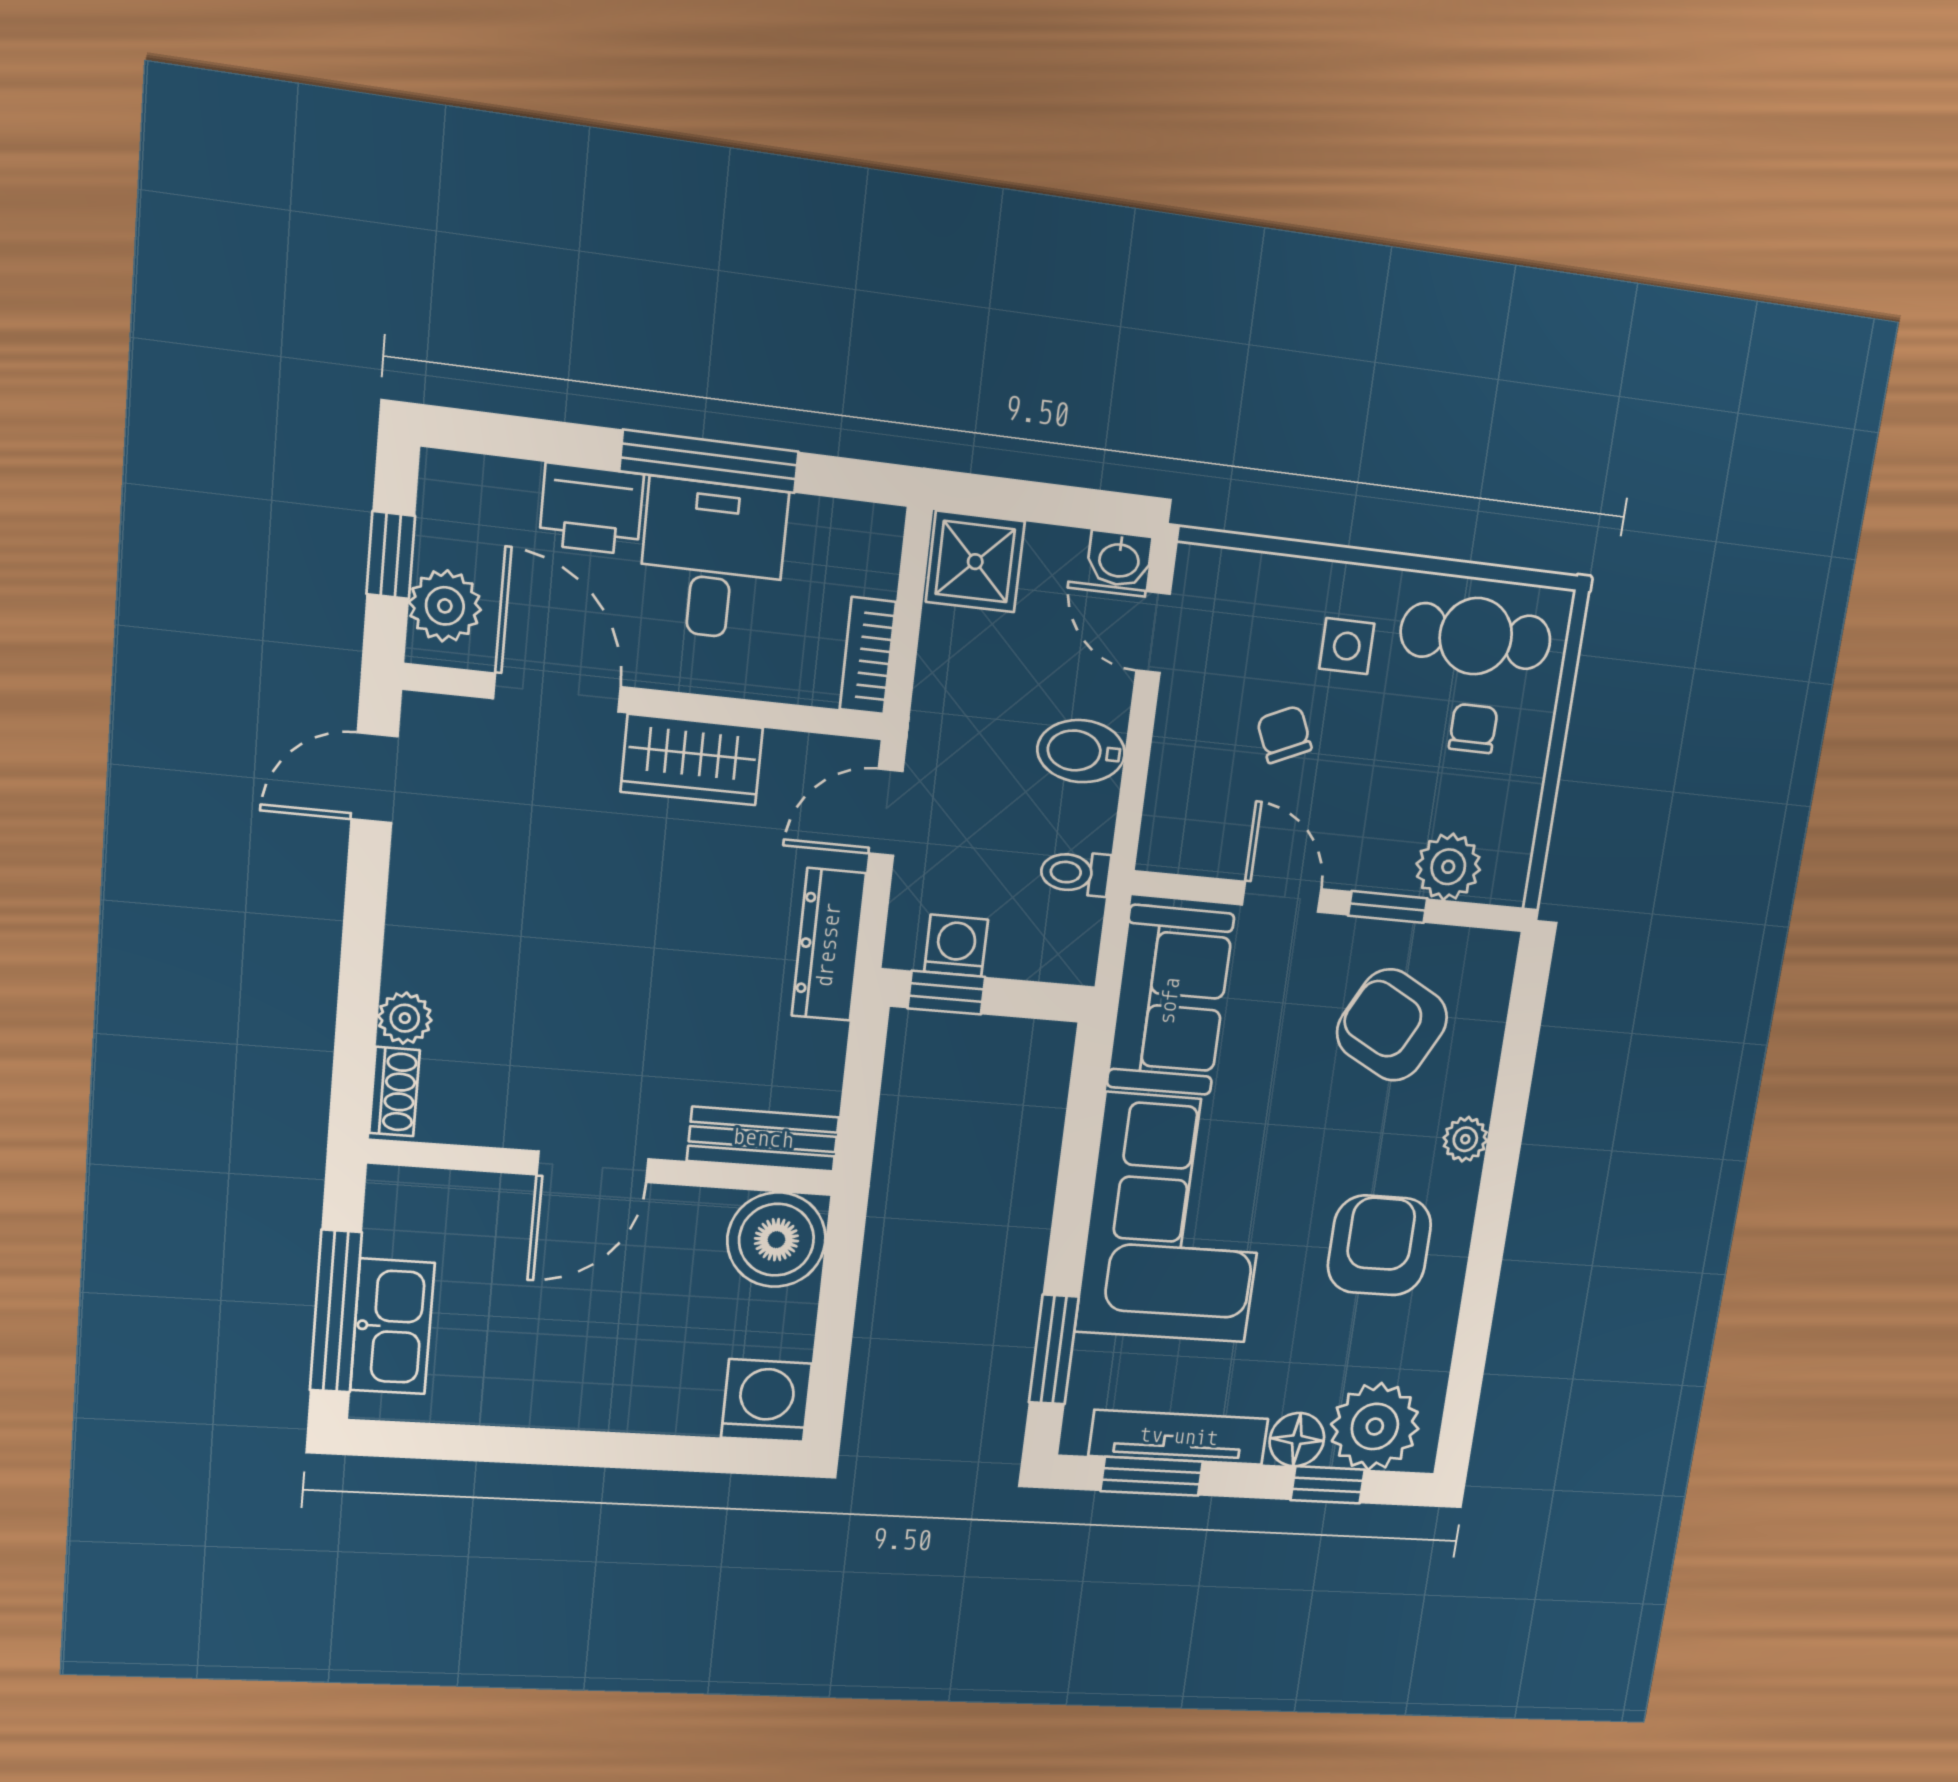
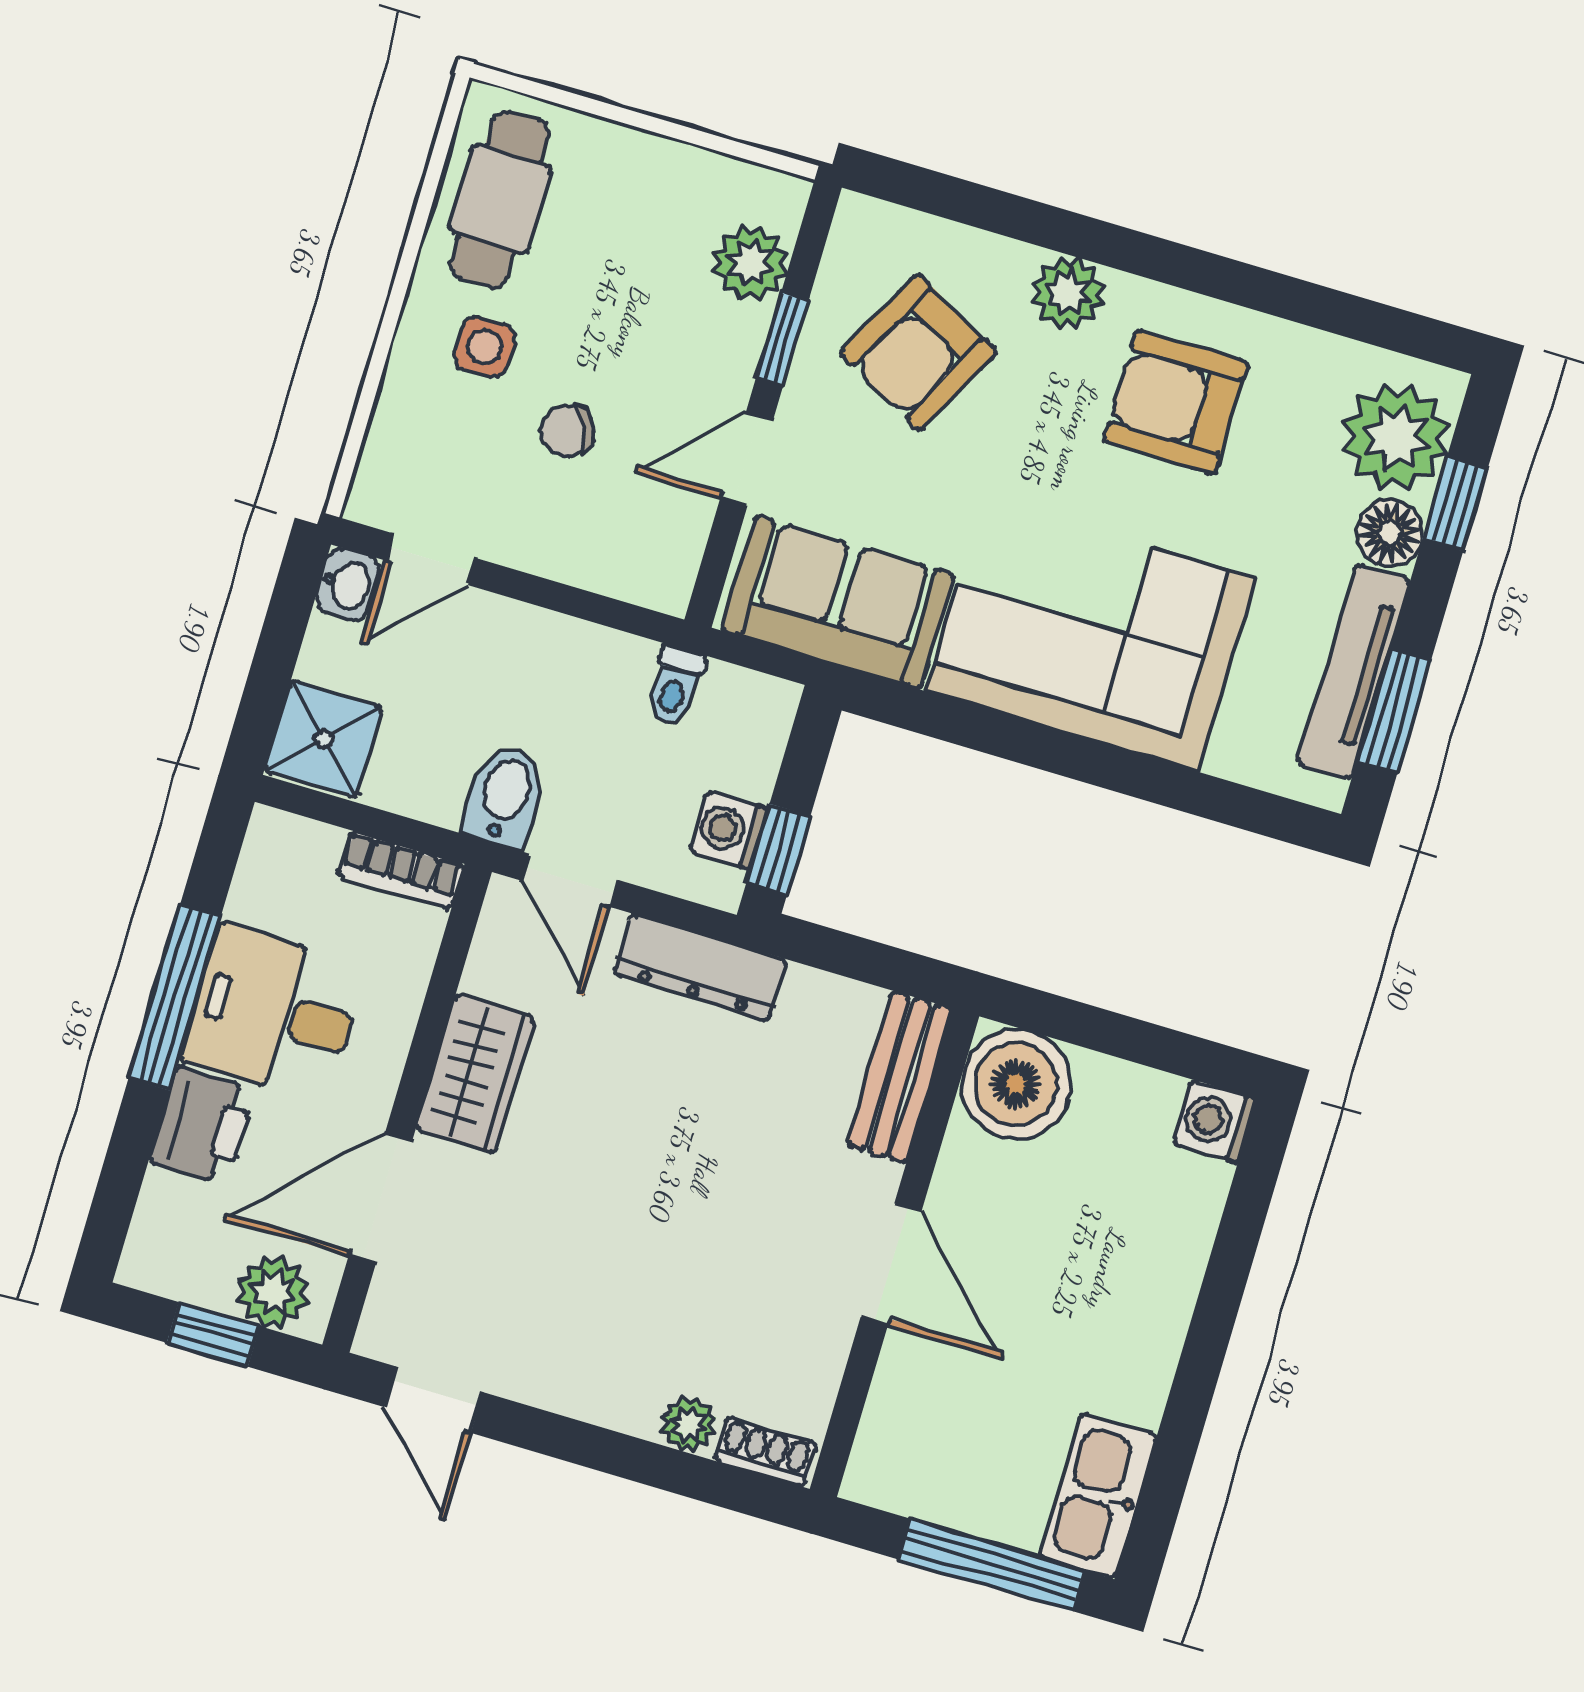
chair: (1473, 728) -> (601, 215), removed
bidet: (1081, 751) -> (505, 796), moved, turned 180
plant: (1465, 1139) -> (1068, 293), width x1.38, depth x1.38
kitchen sink: (392, 1327) -> (1098, 1496), moved, turned -90
window: (1054, 1350) -> (1214, 799), removed
washing machine: (766, 1401) -> (1215, 1121), width x0.73, depth x0.73

